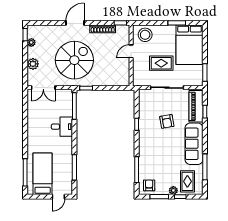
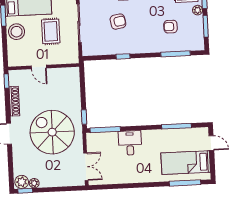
stool: (145, 35) -> (17, 32), moved
plant: (33, 64) -> (22, 182), moved
armchair: (149, 185) -> (170, 27), moved

